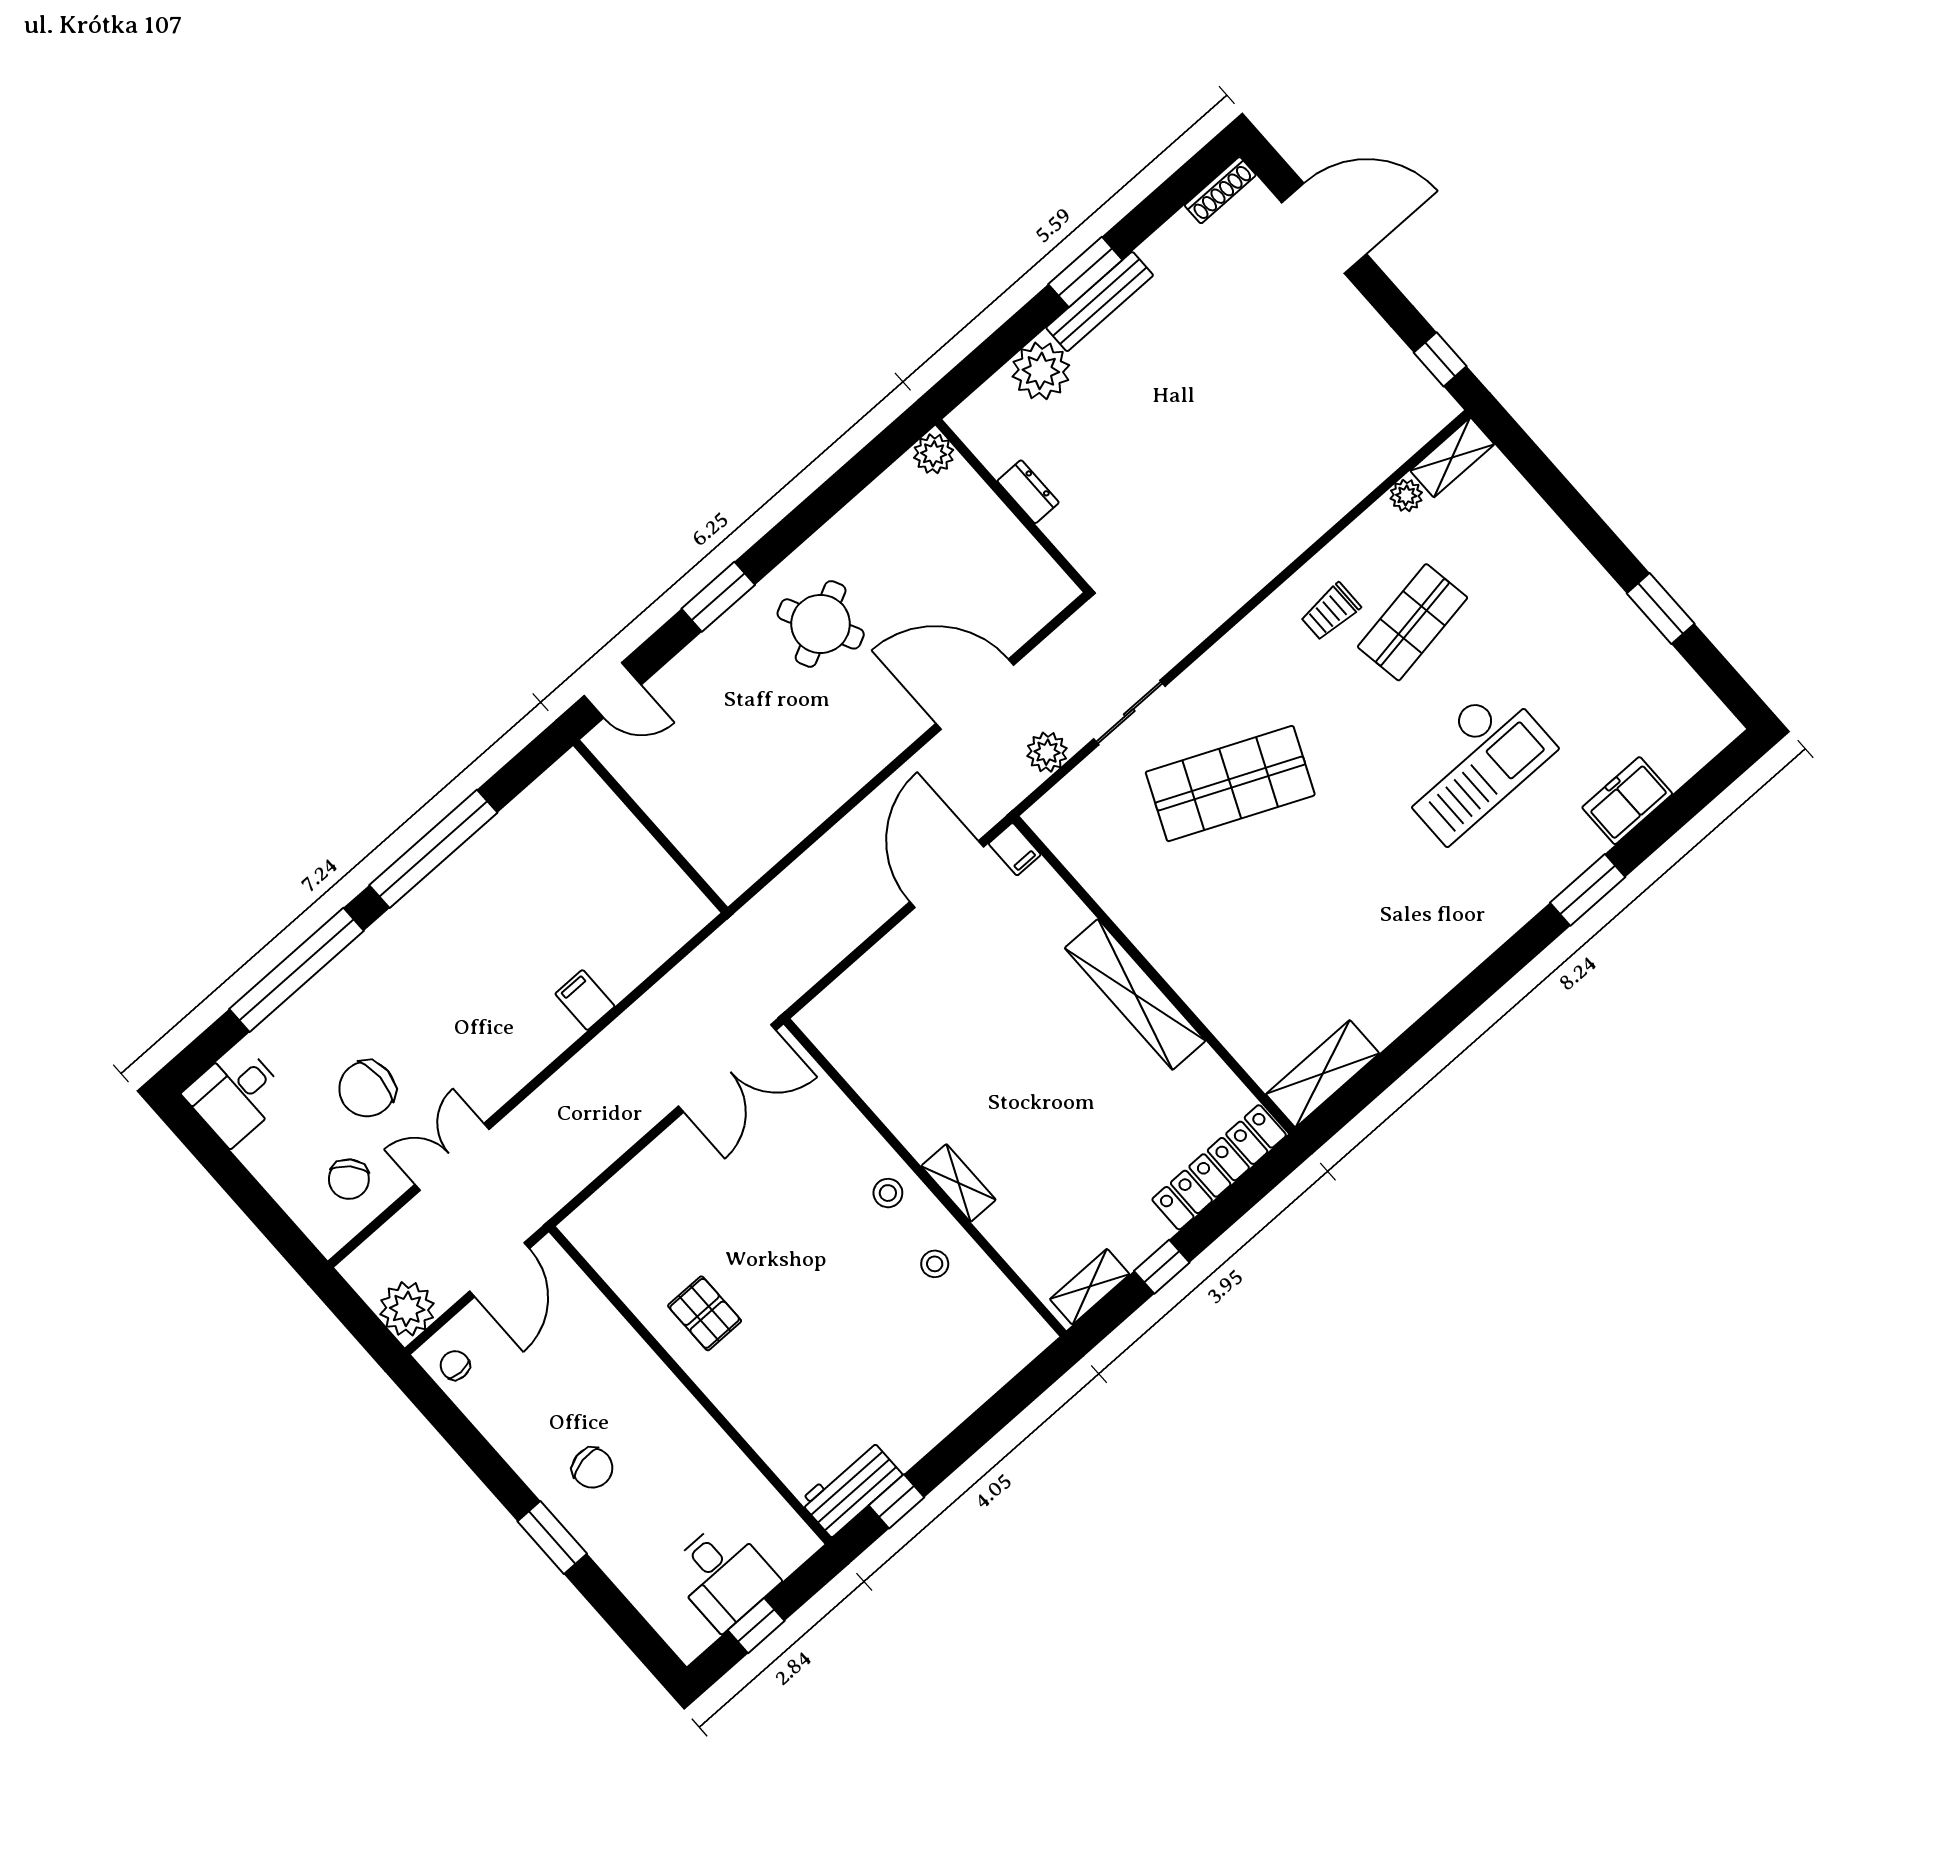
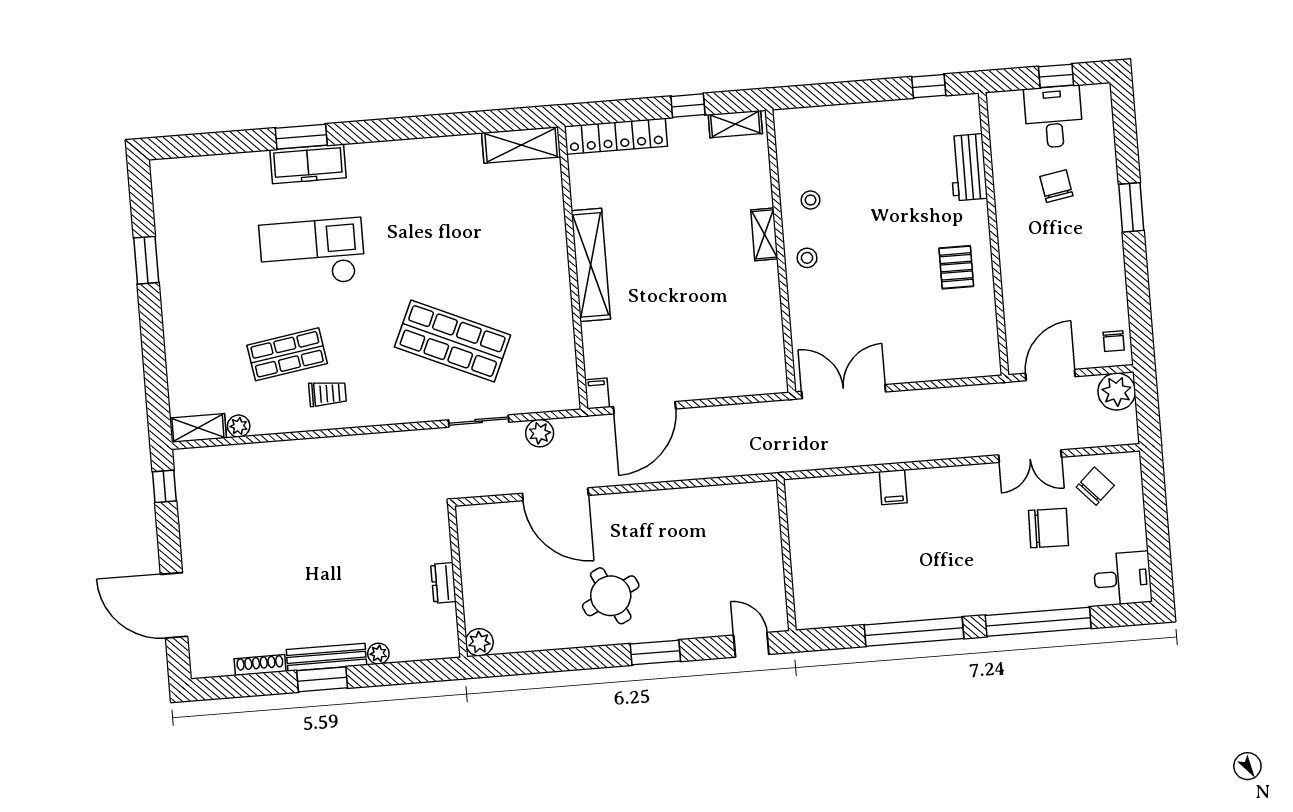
shoe rack: (1220, 190) -> (260, 665), moved
plant: (1041, 371) -> (378, 654), width x0.53, depth x0.53
freezer: (1627, 801) -> (308, 164), moved, width x1.40
chair: (592, 1468) -> (1056, 186), moved
workbench: (851, 1488) -> (968, 167), moved, turned 90

